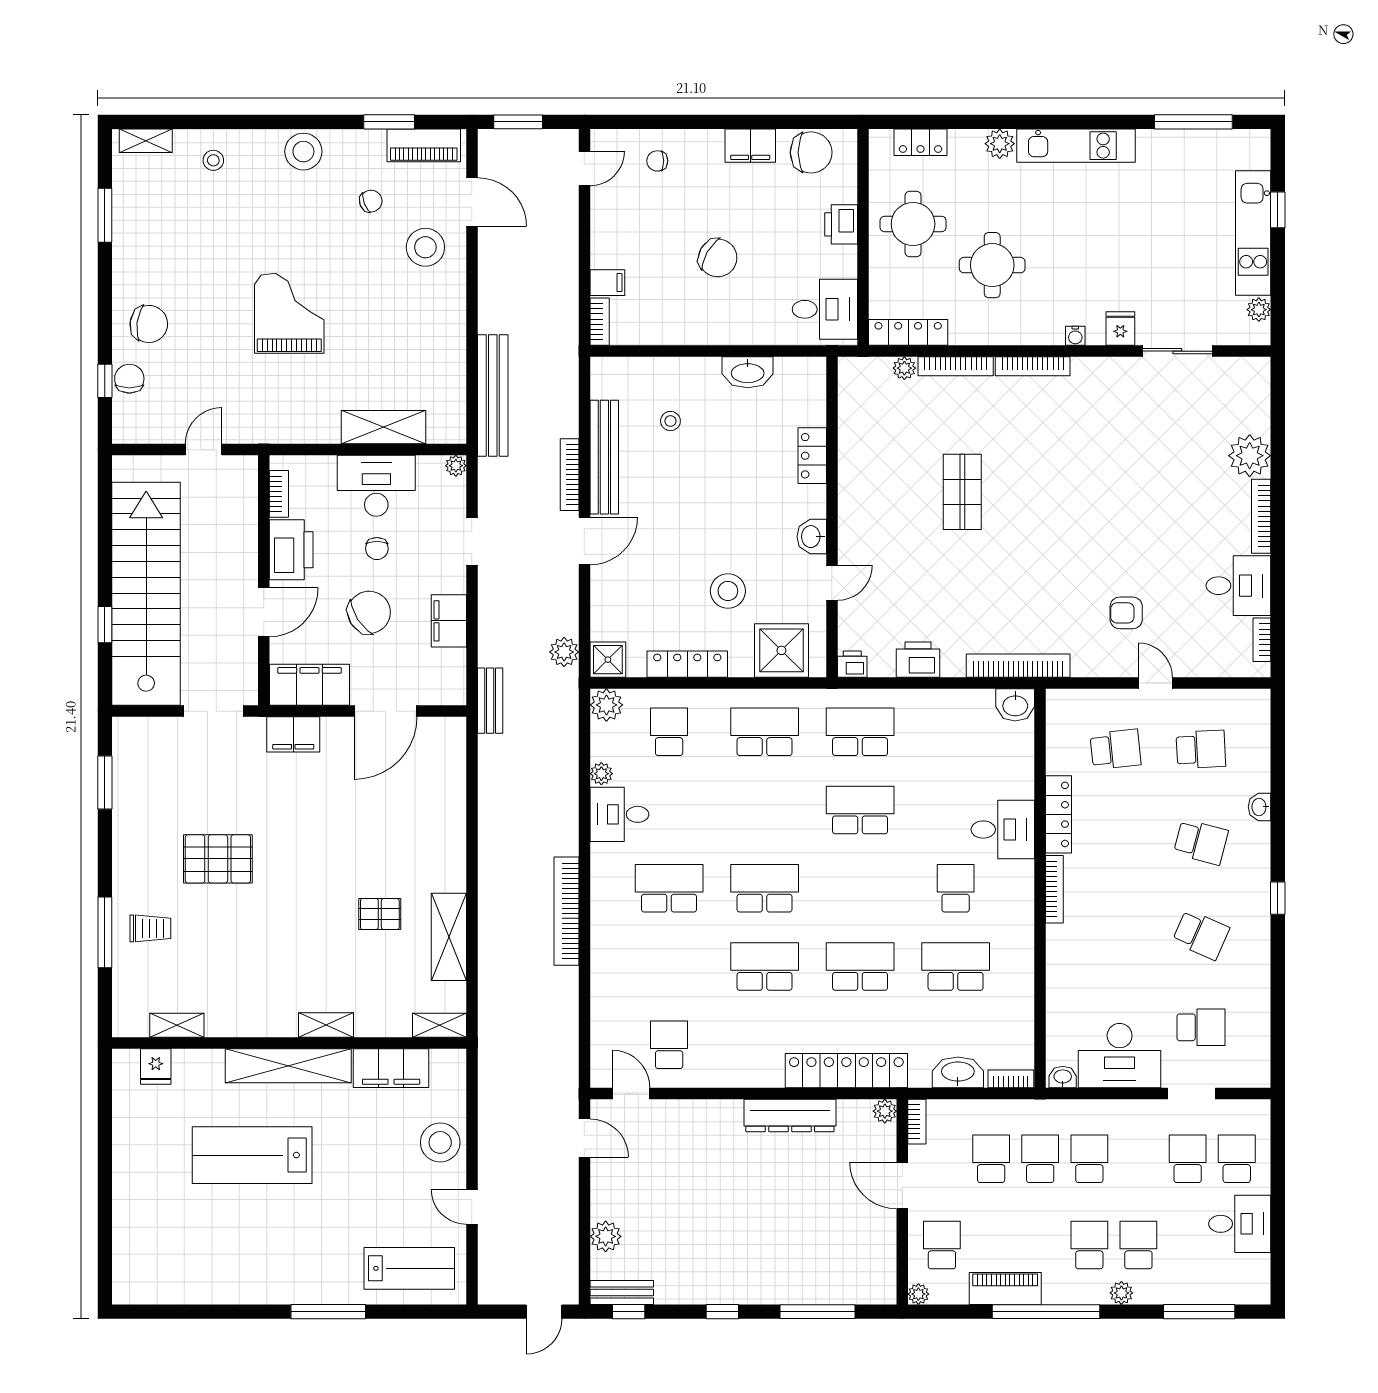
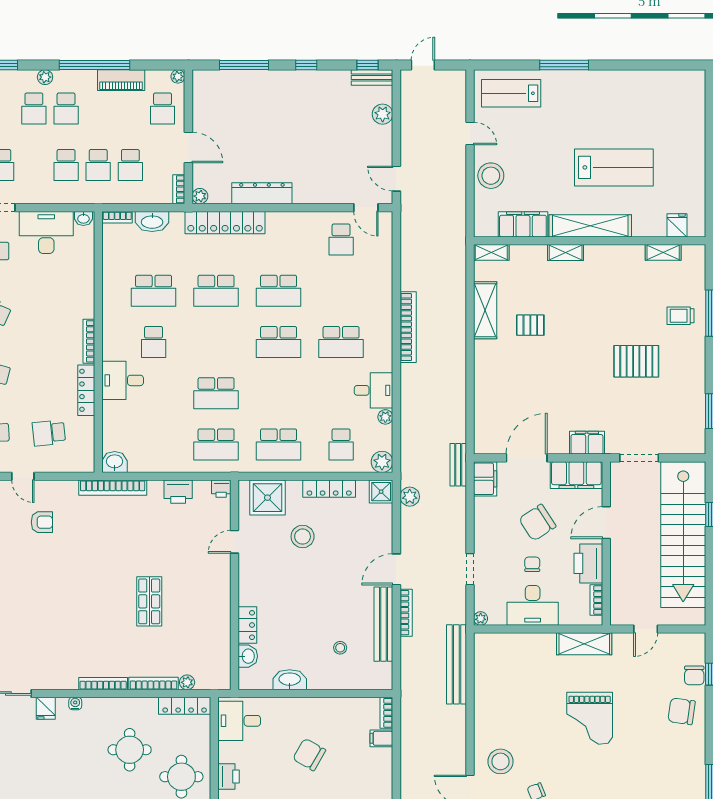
shelving: (384, 427) -> (584, 644), moved
washbasin: (812, 537) -> (248, 656), moved
filing cabinet: (449, 621) -> (485, 479), moved

